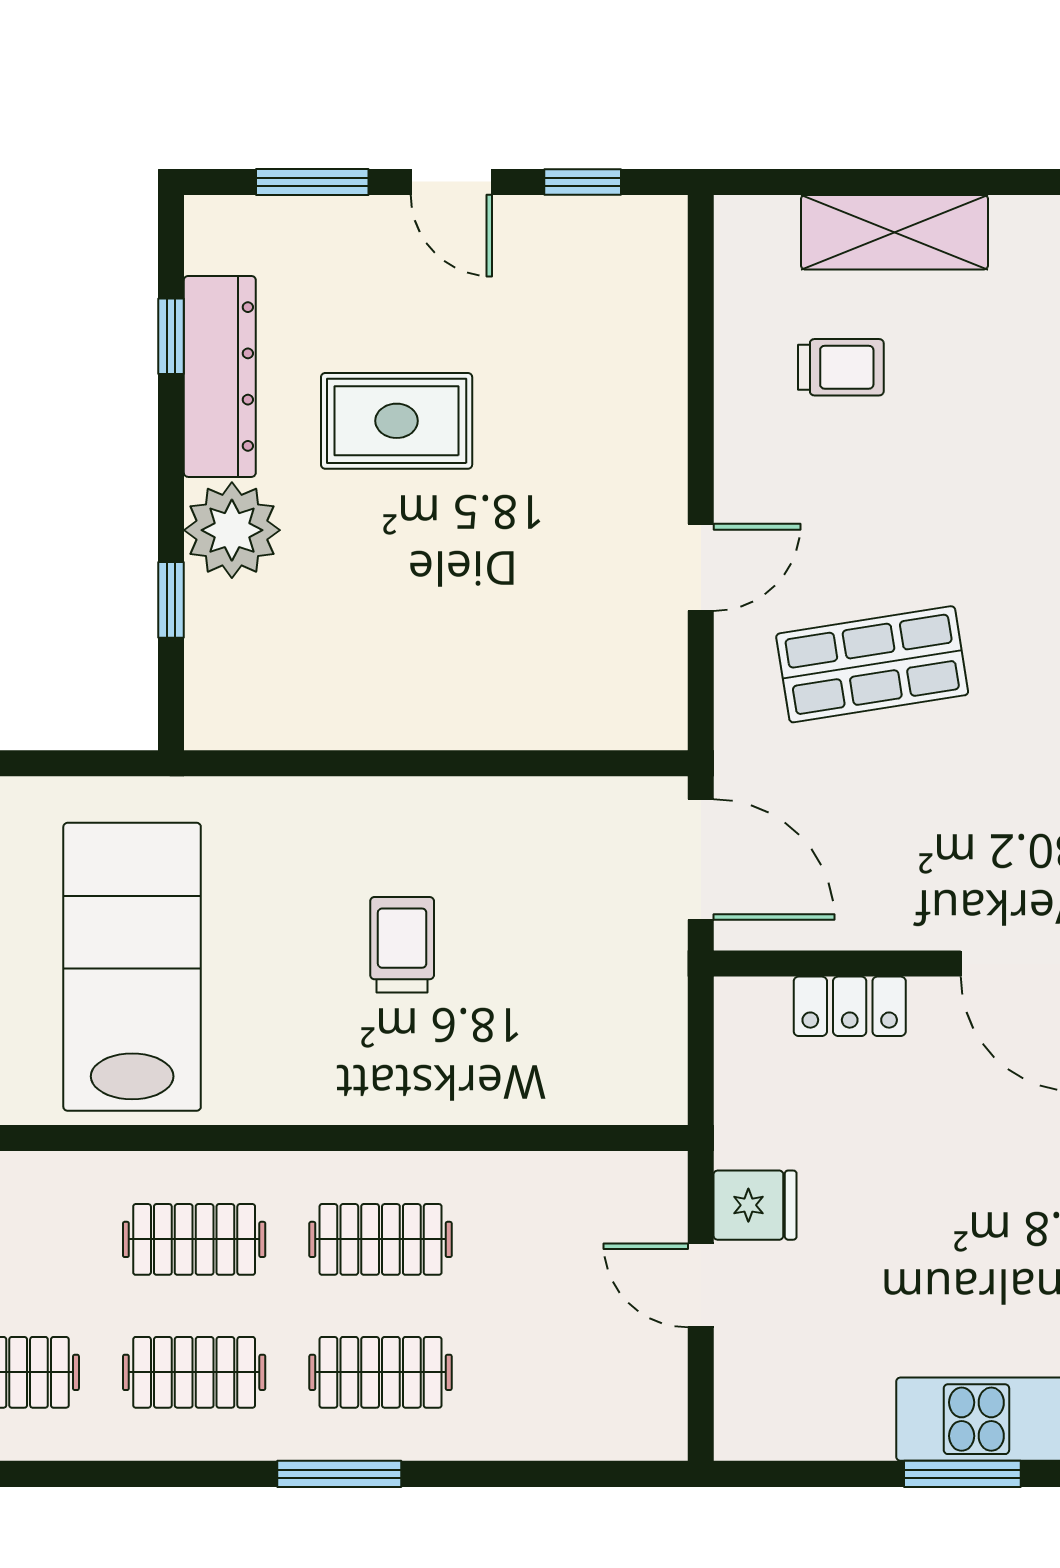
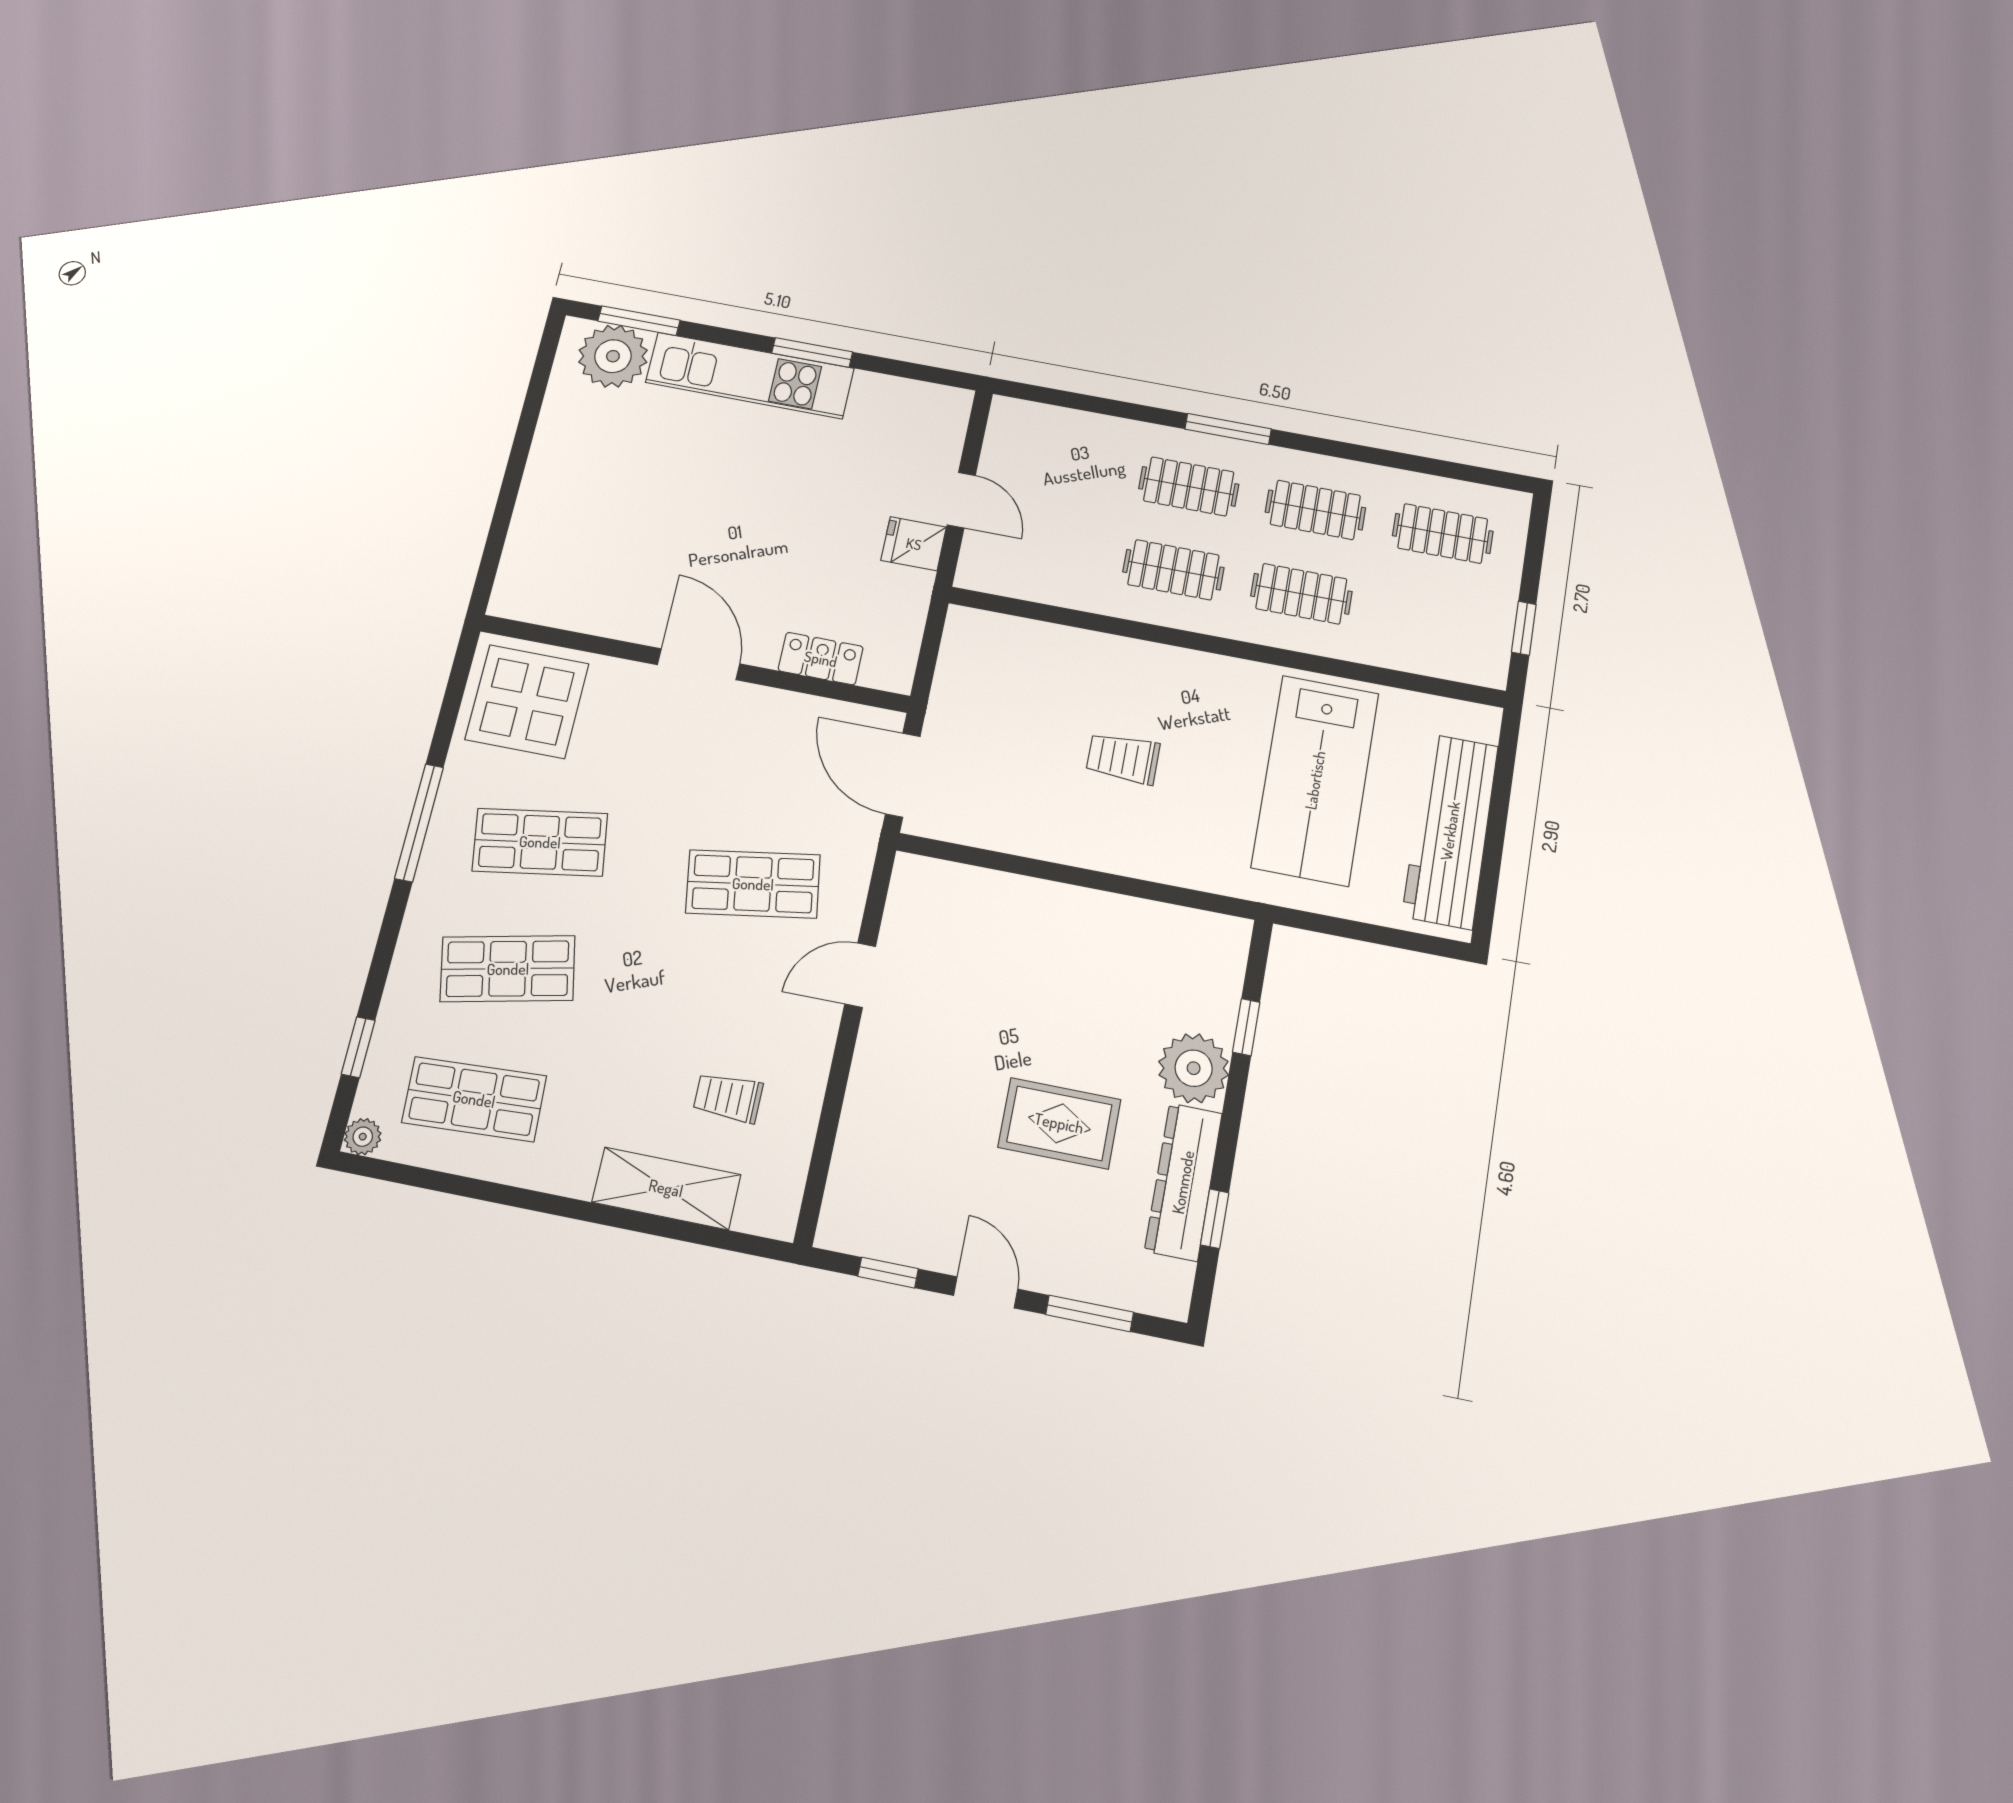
trolley: (402, 945) -> (1123, 758), turned 90

